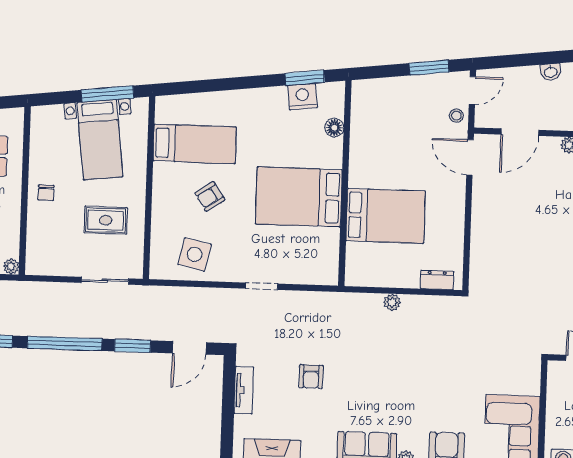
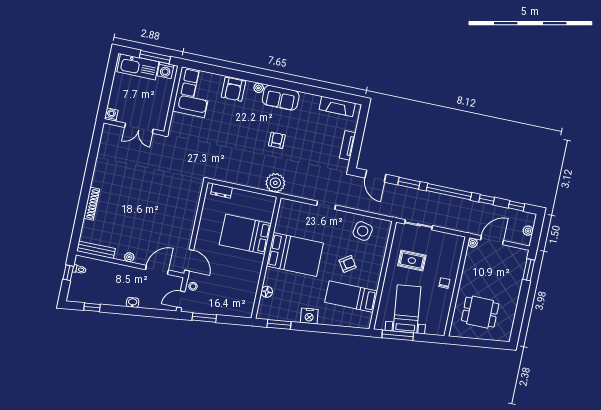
nightstand: (302, 97) -> (309, 316), moved
plant: (392, 302) -> (275, 183), moved, width x1.88, depth x1.88
door: (189, 348) -> (375, 176), swing flipped
armchair: (311, 377) -> (277, 140), moved

